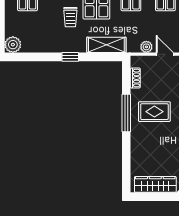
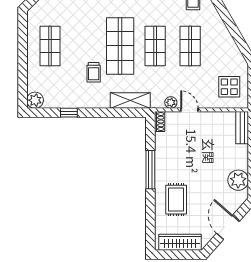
window: (70, 57) -> (69, 113), moved
shoe rack: (135, 78) -> (160, 121), moved
rug: (154, 112) -> (176, 200), moved, turned 90

